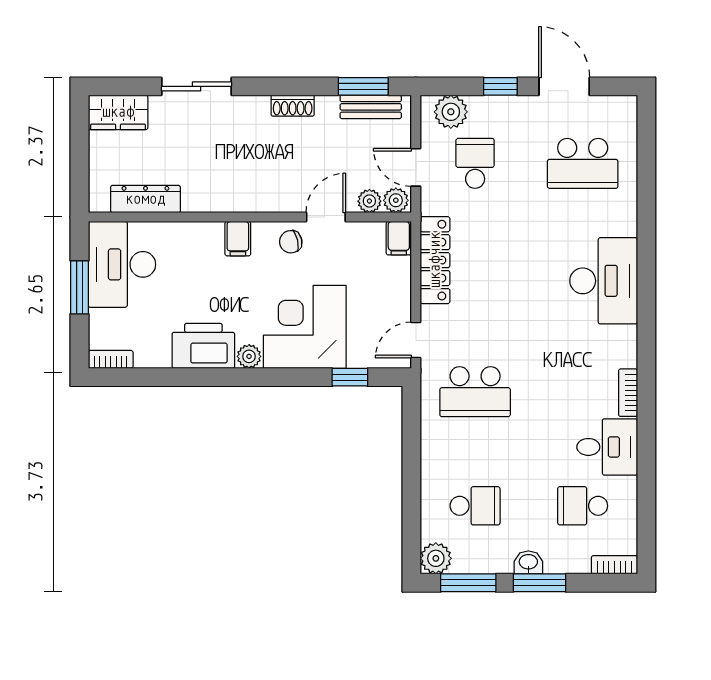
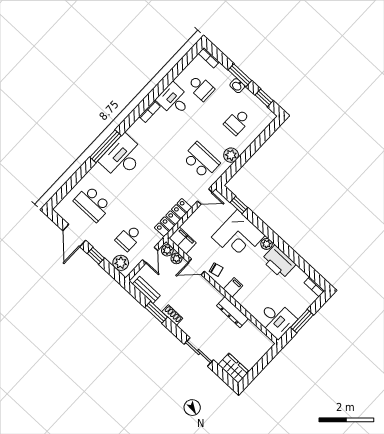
window: (363, 86) -> (156, 312), moved
school desk: (583, 163) -> (92, 204), turned 180
dresser: (145, 199) -> (233, 312), moved
filing cabinet: (399, 238) -> (183, 240), width x2.00
desk: (122, 264) -> (277, 319), width x0.73
window: (646, 273) -> (106, 146), added
school desk: (475, 506) -> (237, 122), turned -90
plant: (436, 558) -> (231, 155), moved
window: (468, 583) -> (264, 98), width x0.67

